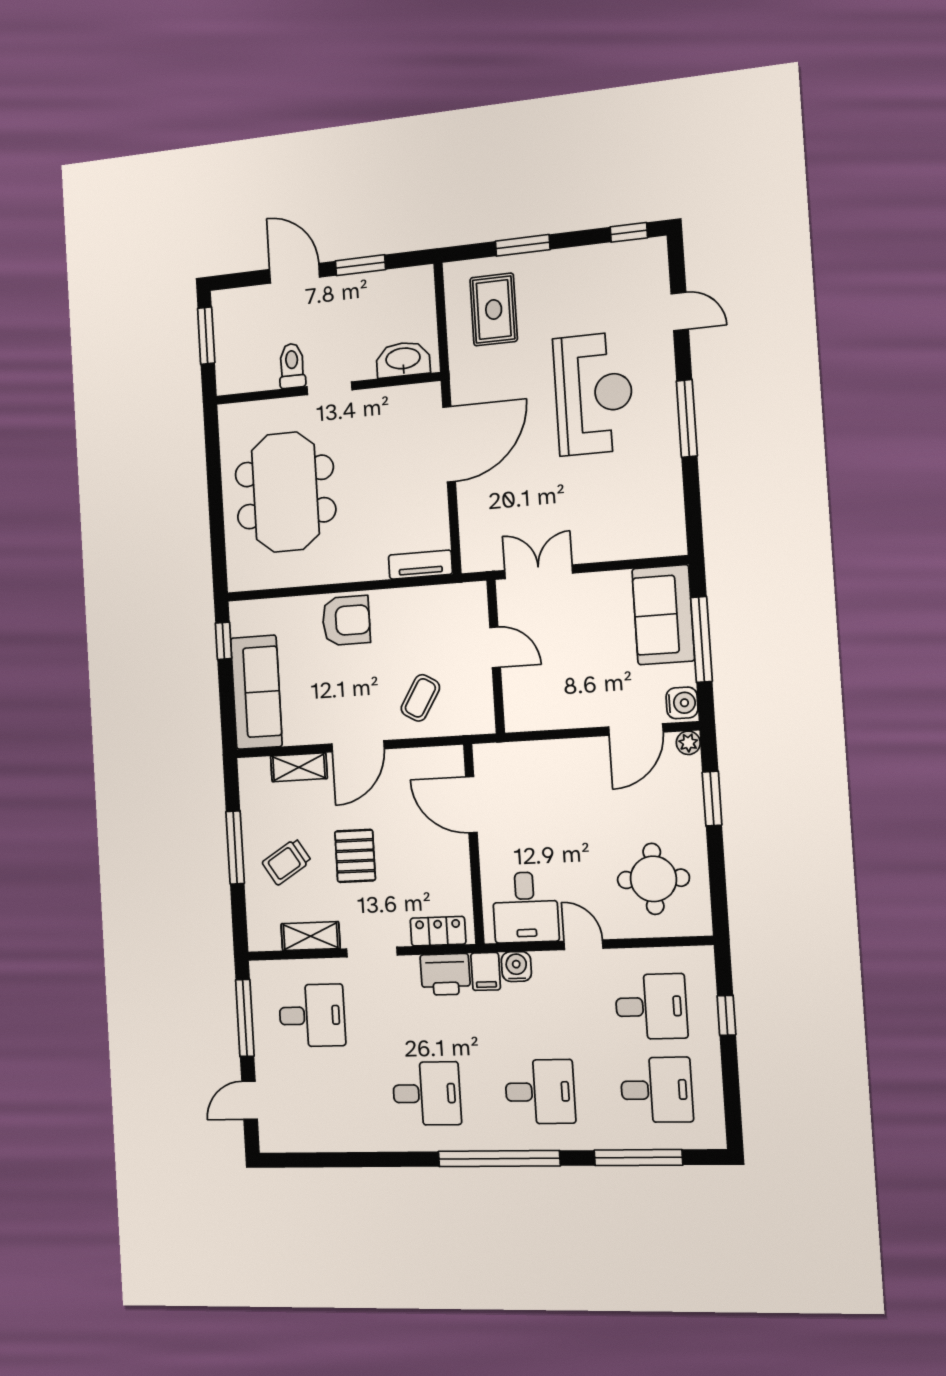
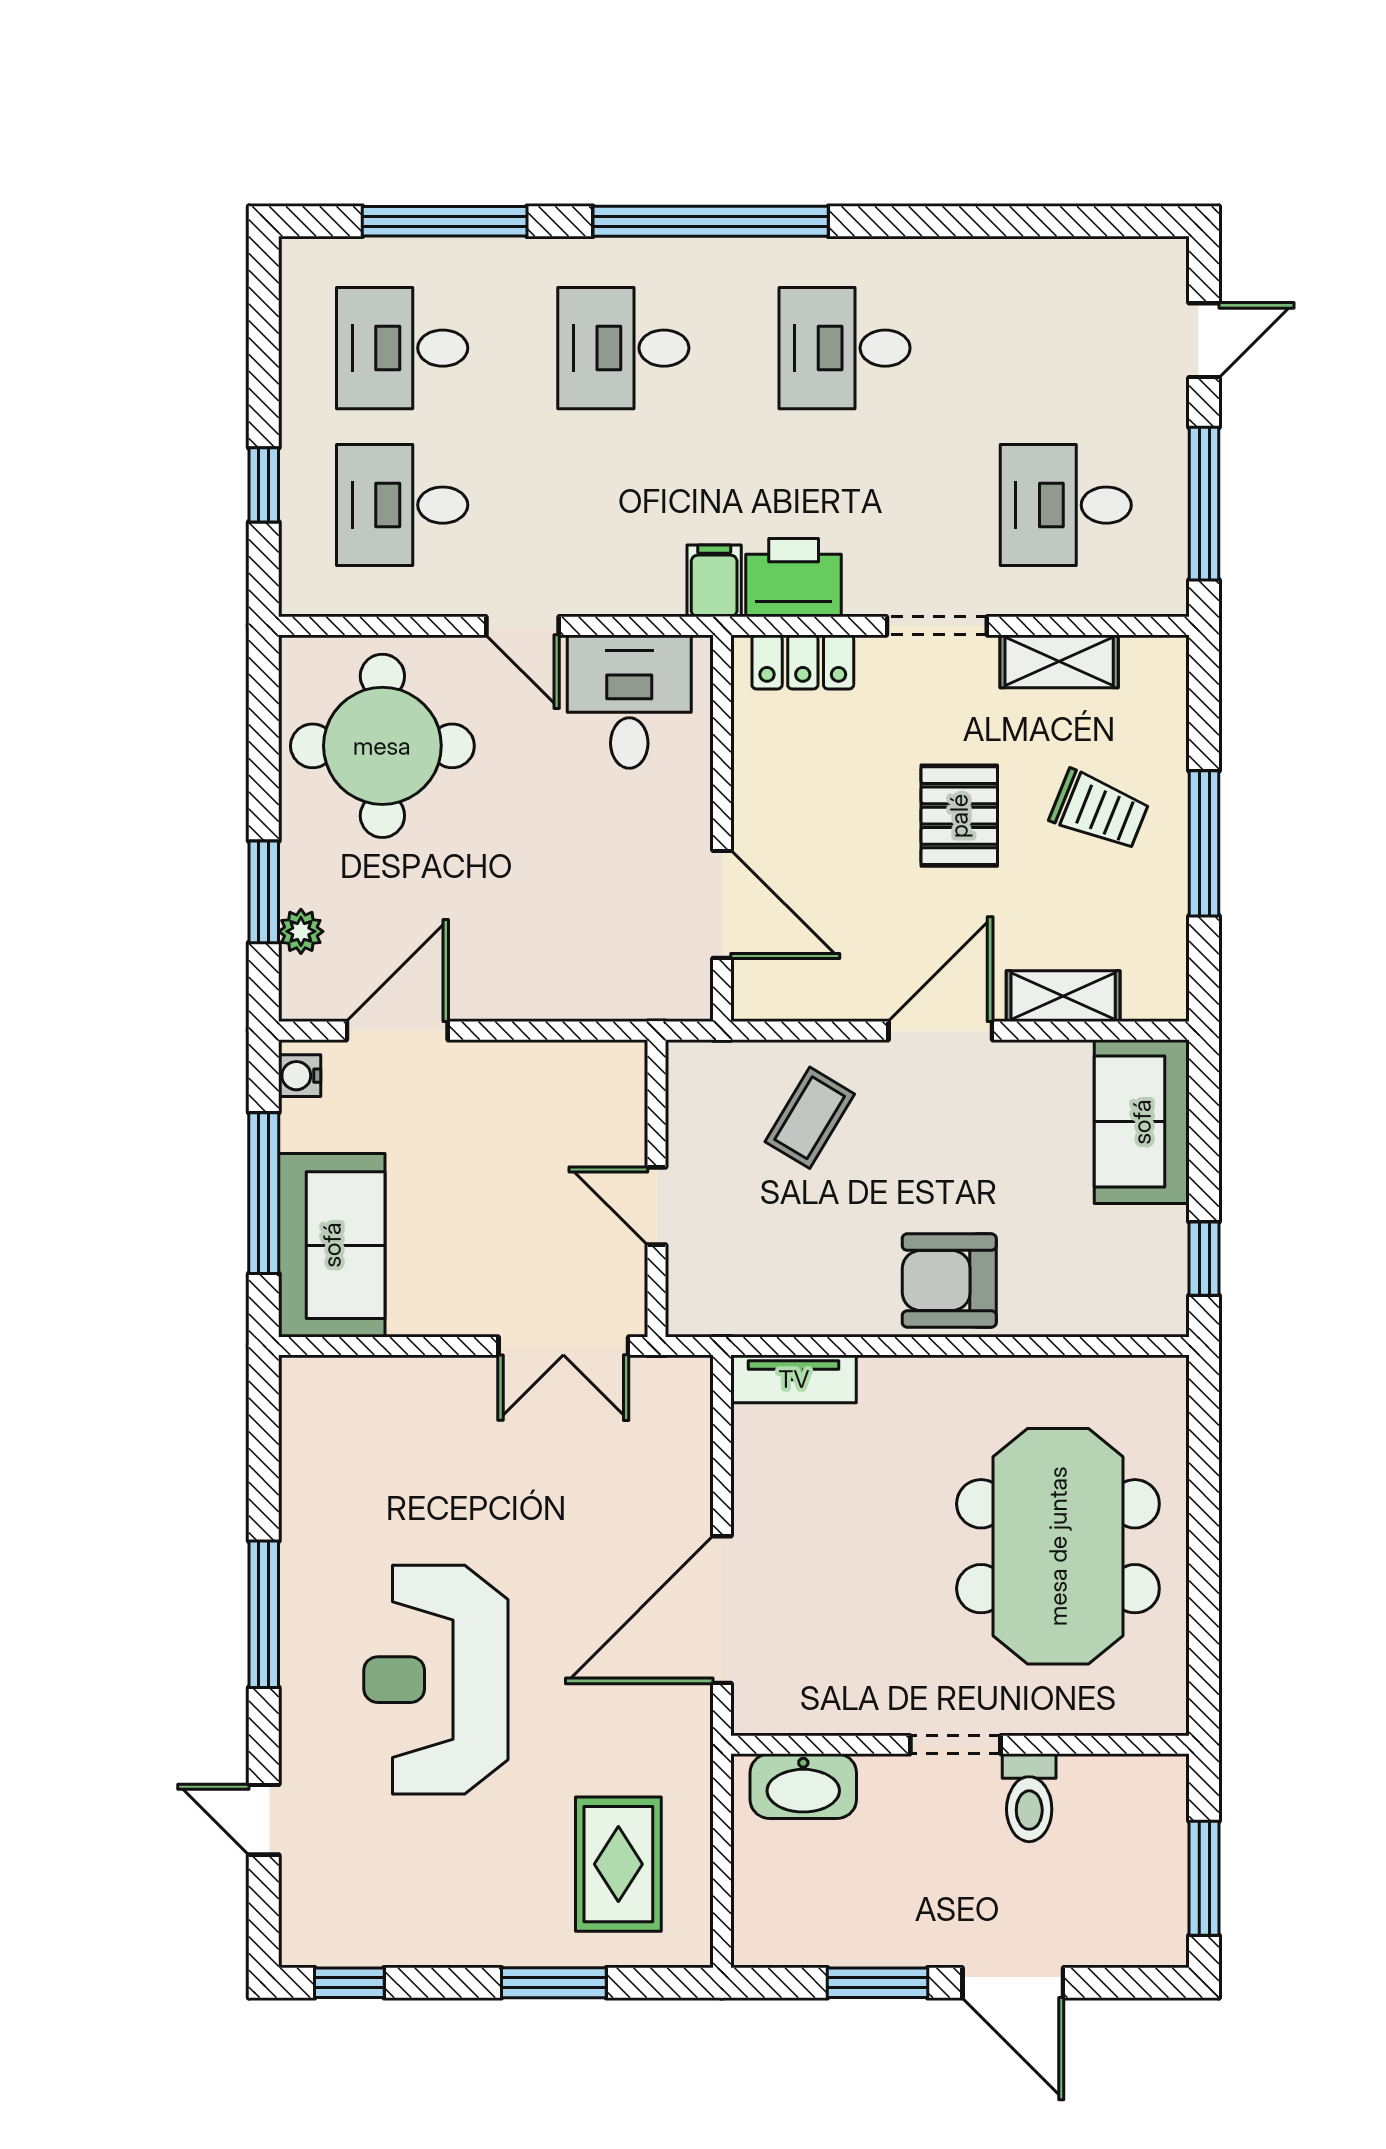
sofa: (256, 692) -> (1142, 1122), width x0.73
water cooler: (682, 703) -> (300, 1076), width x0.72, depth x0.72
plant: (688, 743) -> (301, 931), moved
trolley: (287, 862) -> (1099, 810), turned 54
round table: (653, 879) -> (382, 746), width x1.36, depth x1.36
water cooler: (516, 967) -> (654, 588), removed

